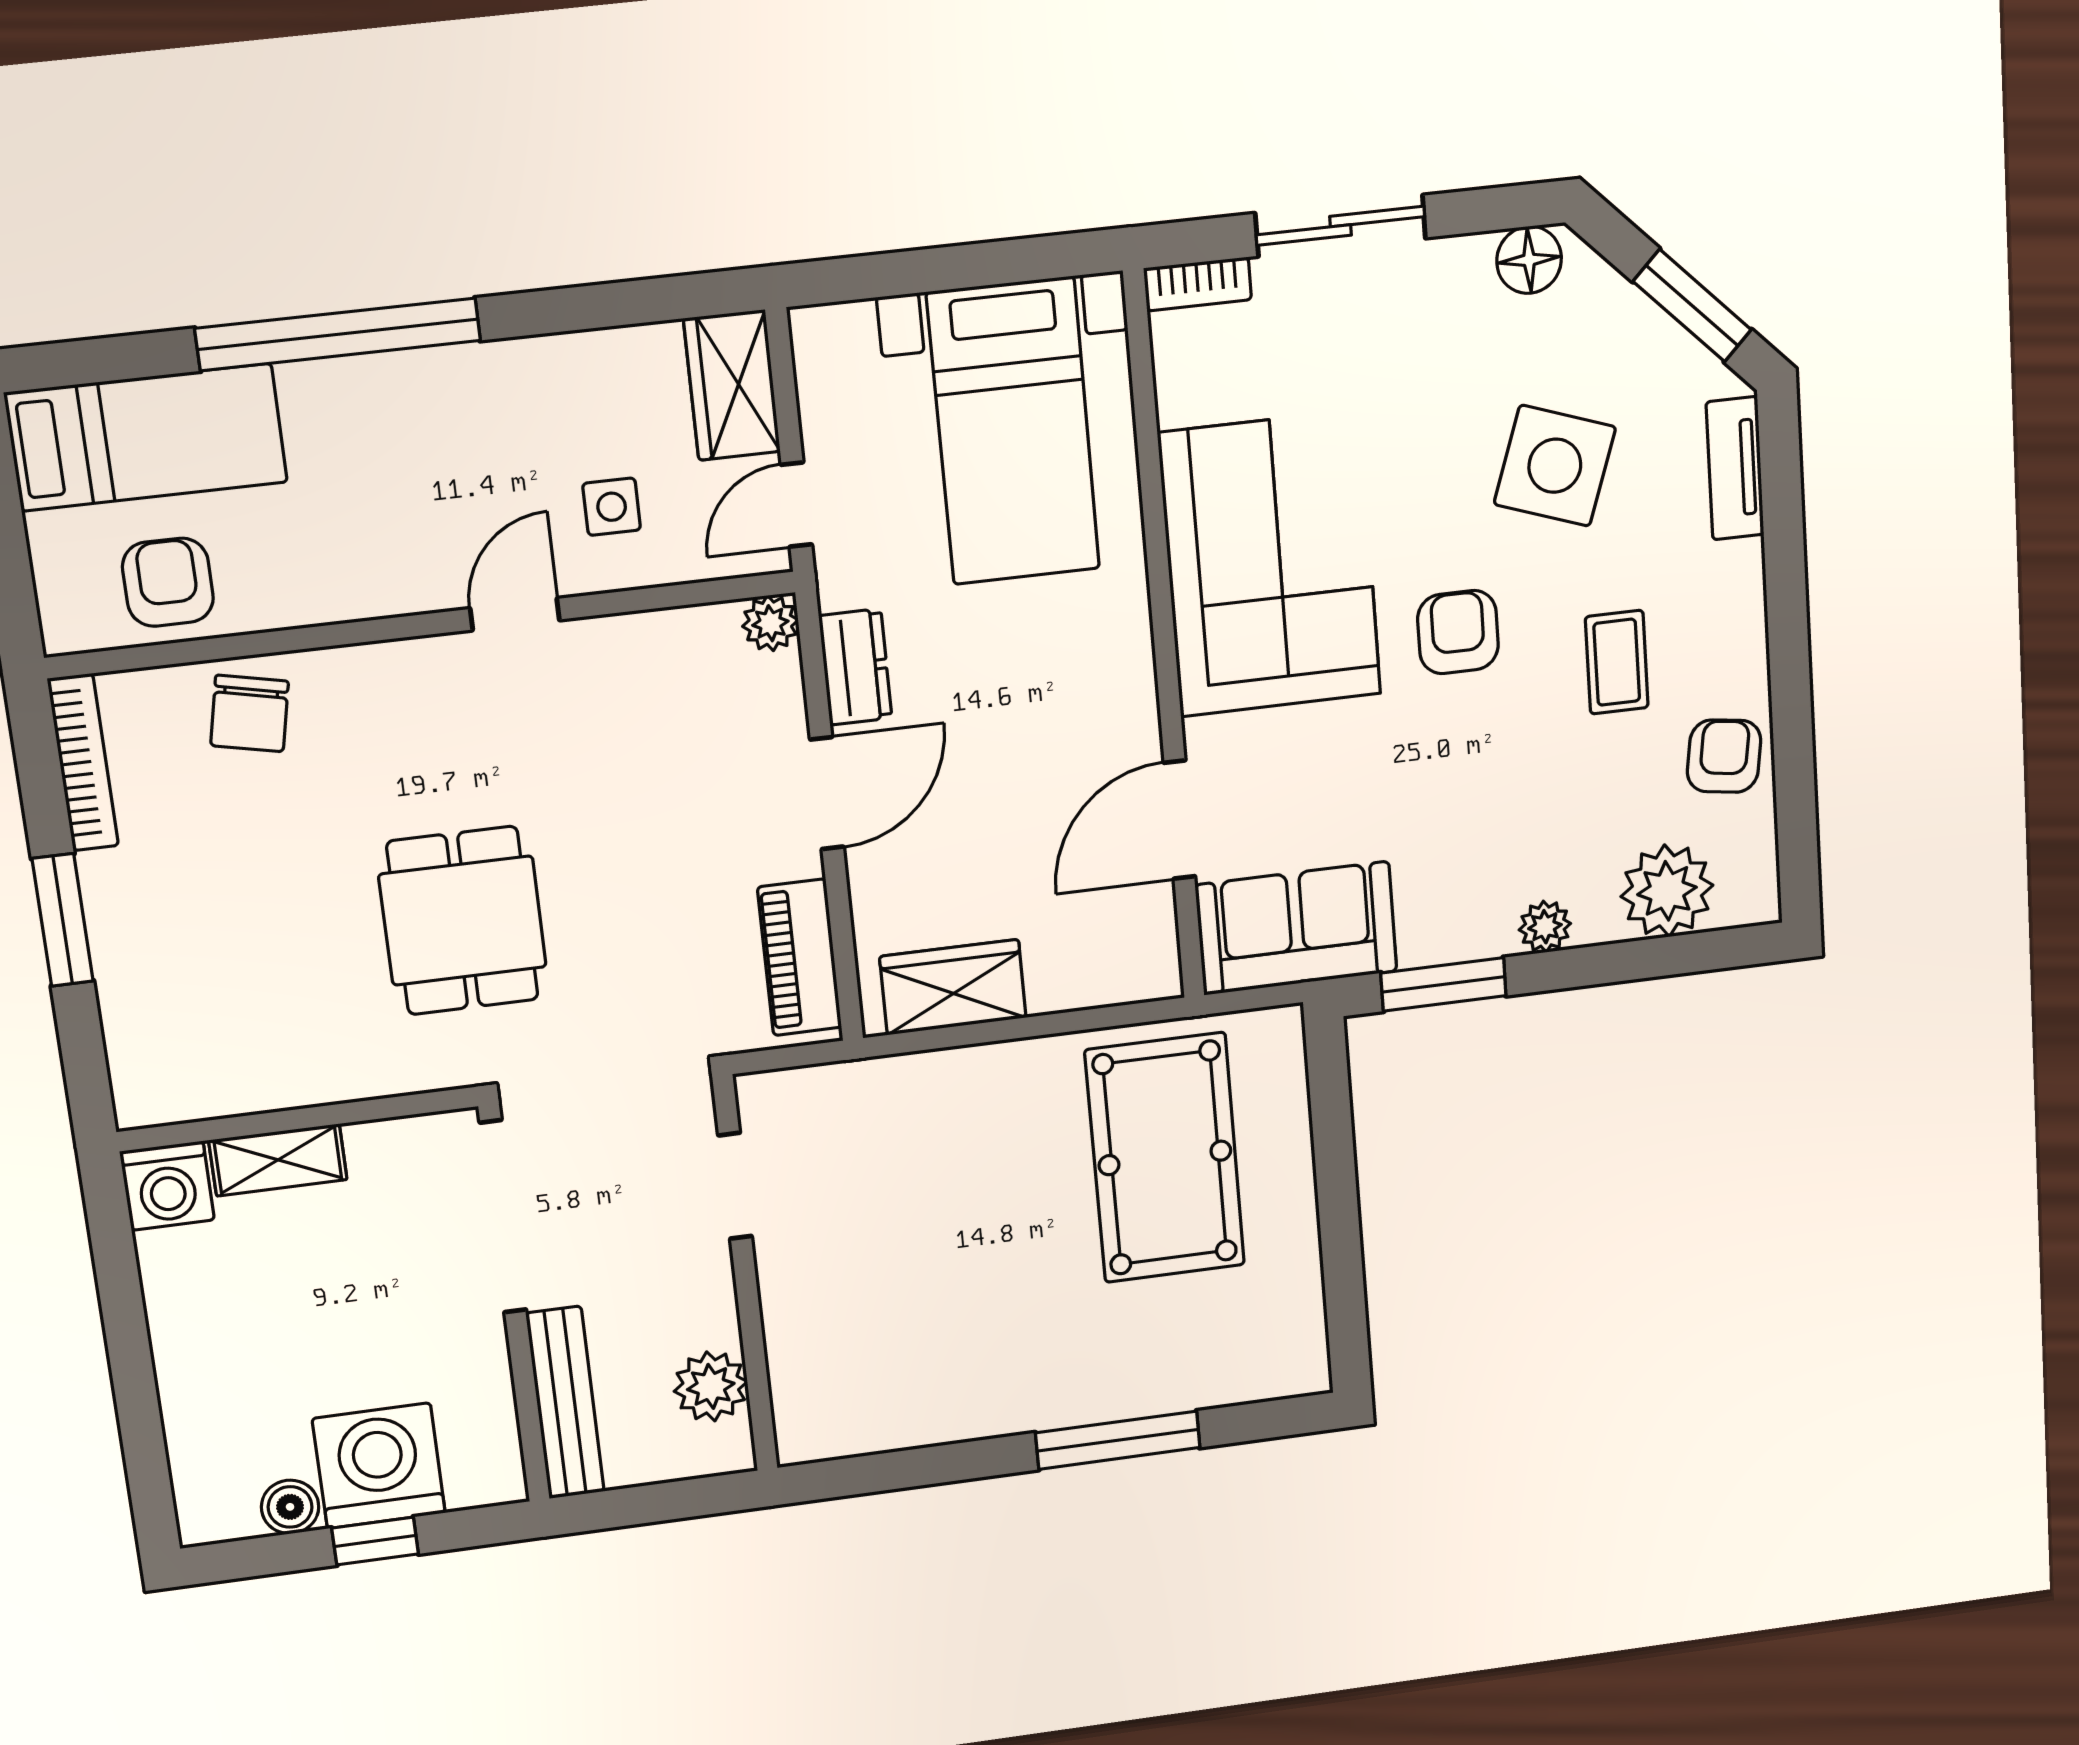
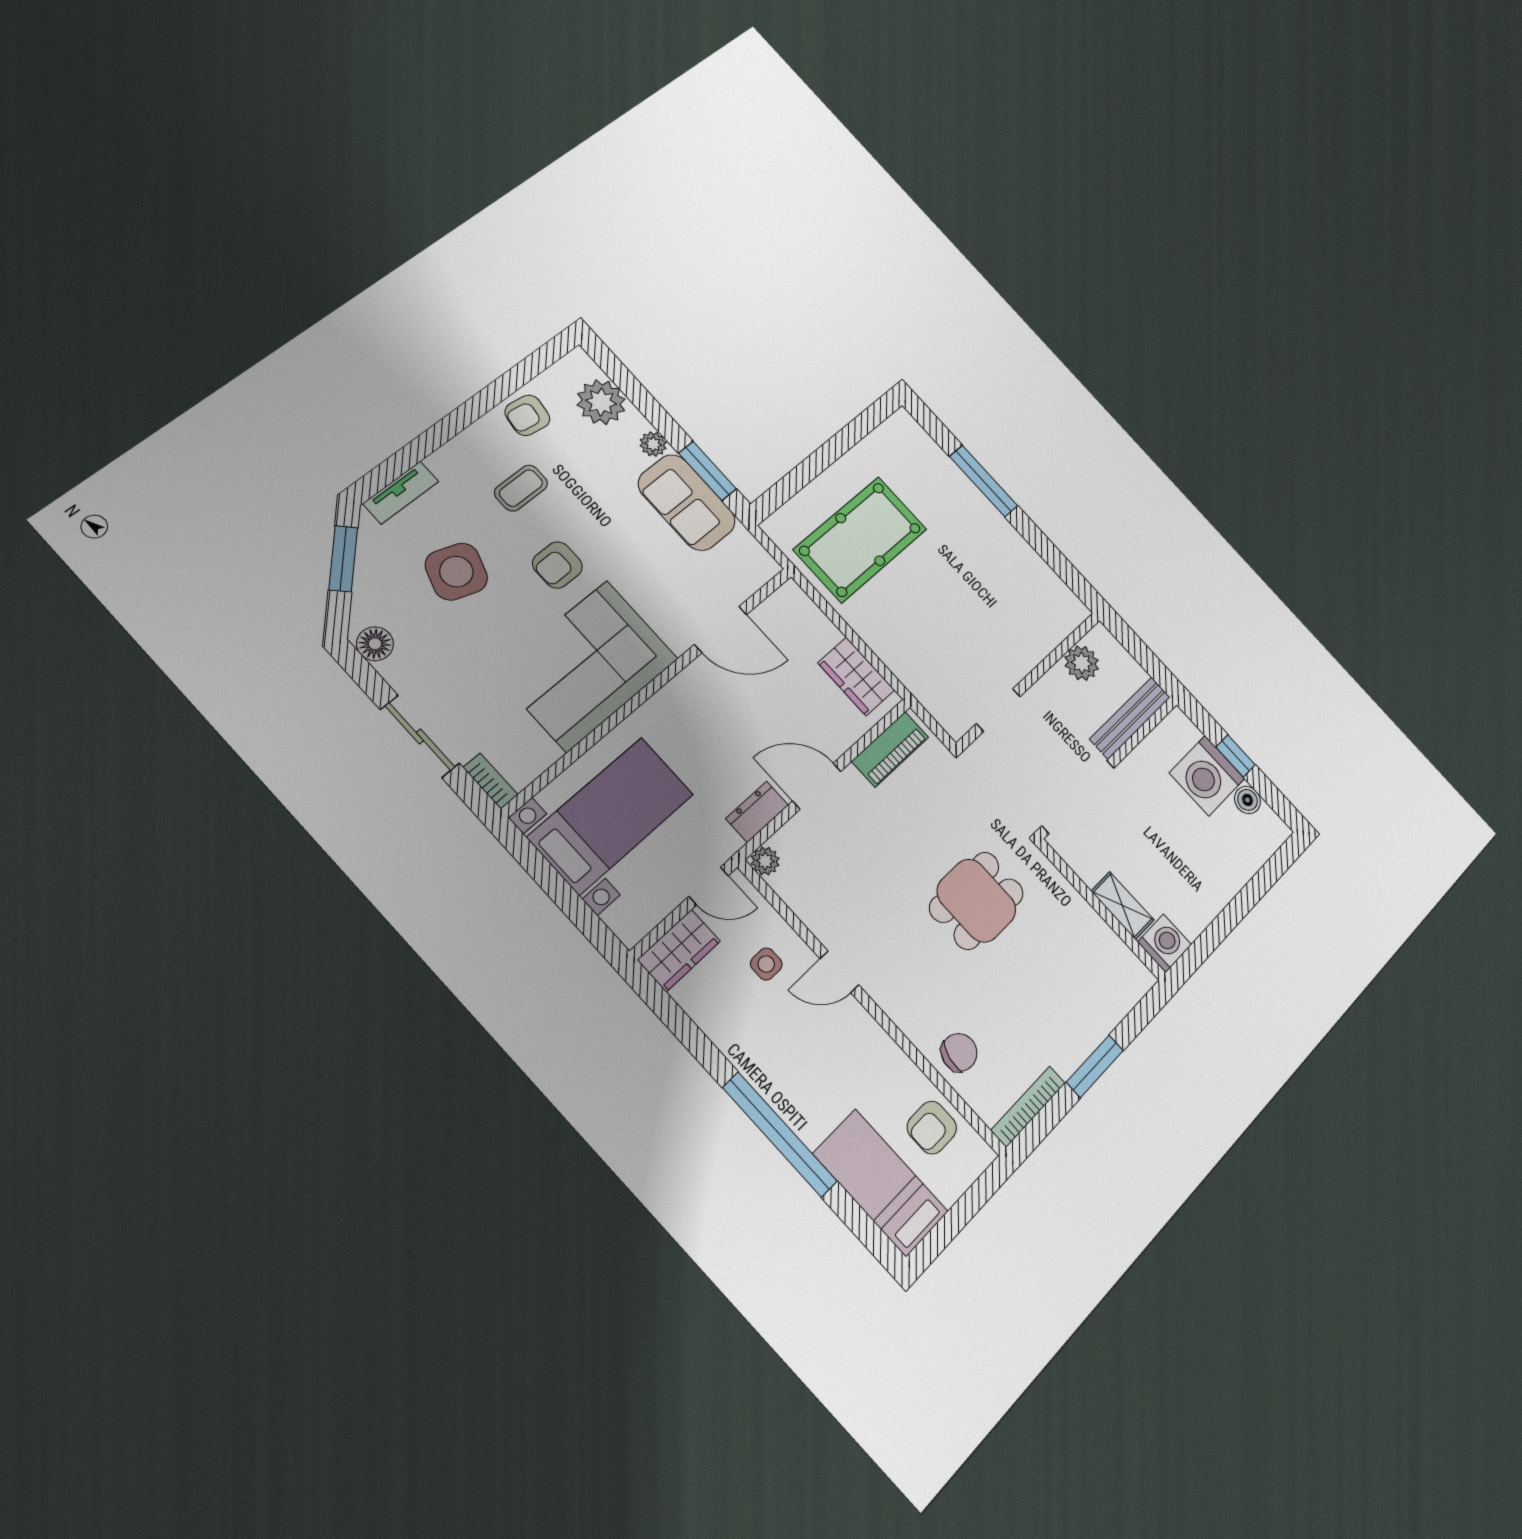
sofa: (1296, 928) -> (687, 502), moved

